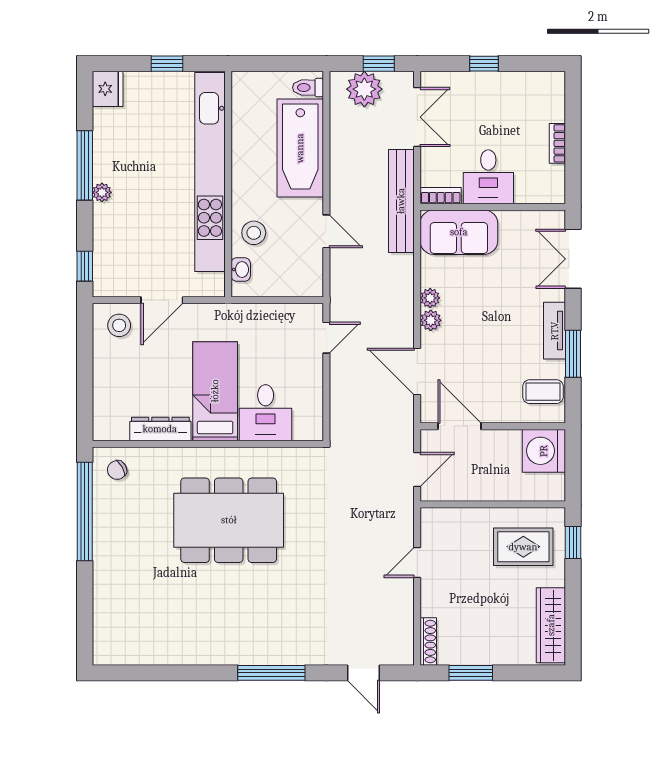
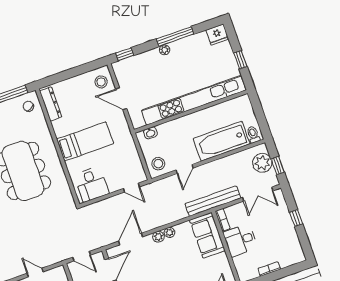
stool: (254, 233) -> (158, 164), moved
desk: (266, 413) -> (92, 184), moved, turned -90
dresser: (160, 429) -> (51, 104), moved

